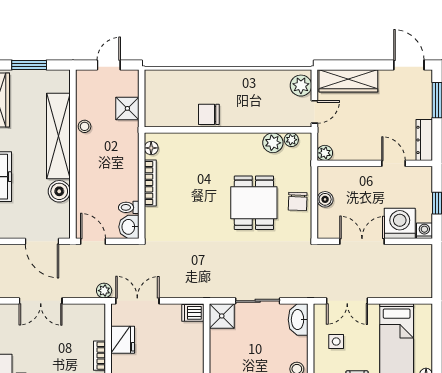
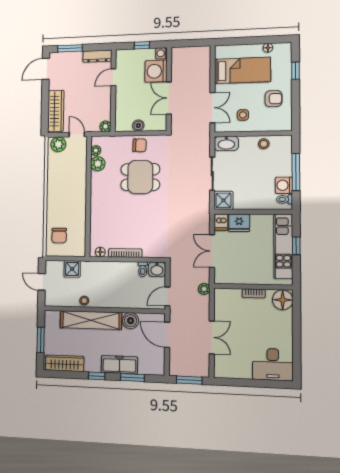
chair: (209, 114) -> (59, 236), moved
door: (42, 241) -> (167, 335), swing flipped
double door: (137, 301) -> (212, 251), moved
fridge: (123, 340) -> (239, 223), moved, turned 180

